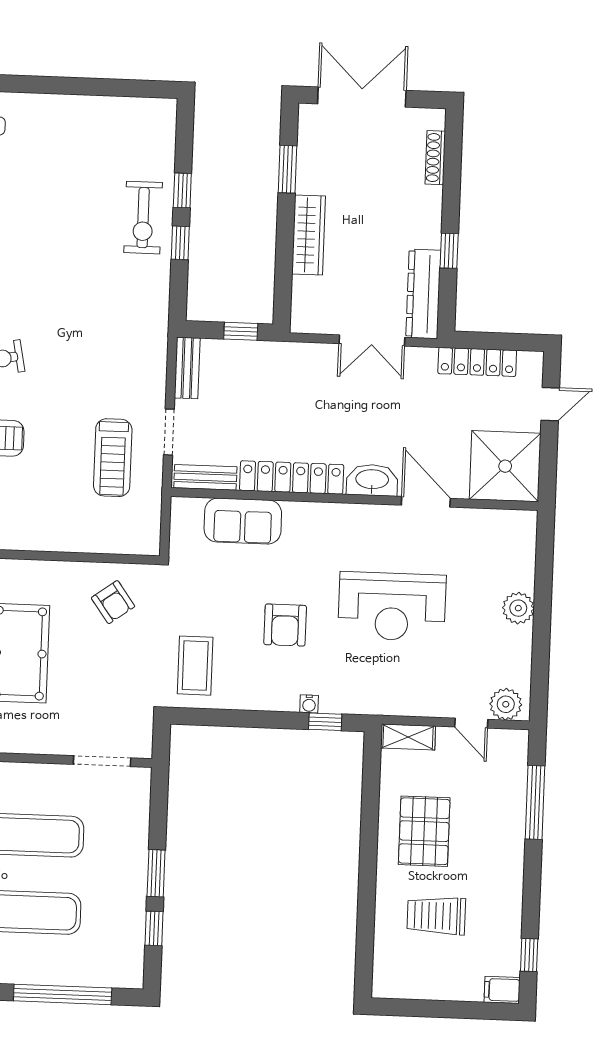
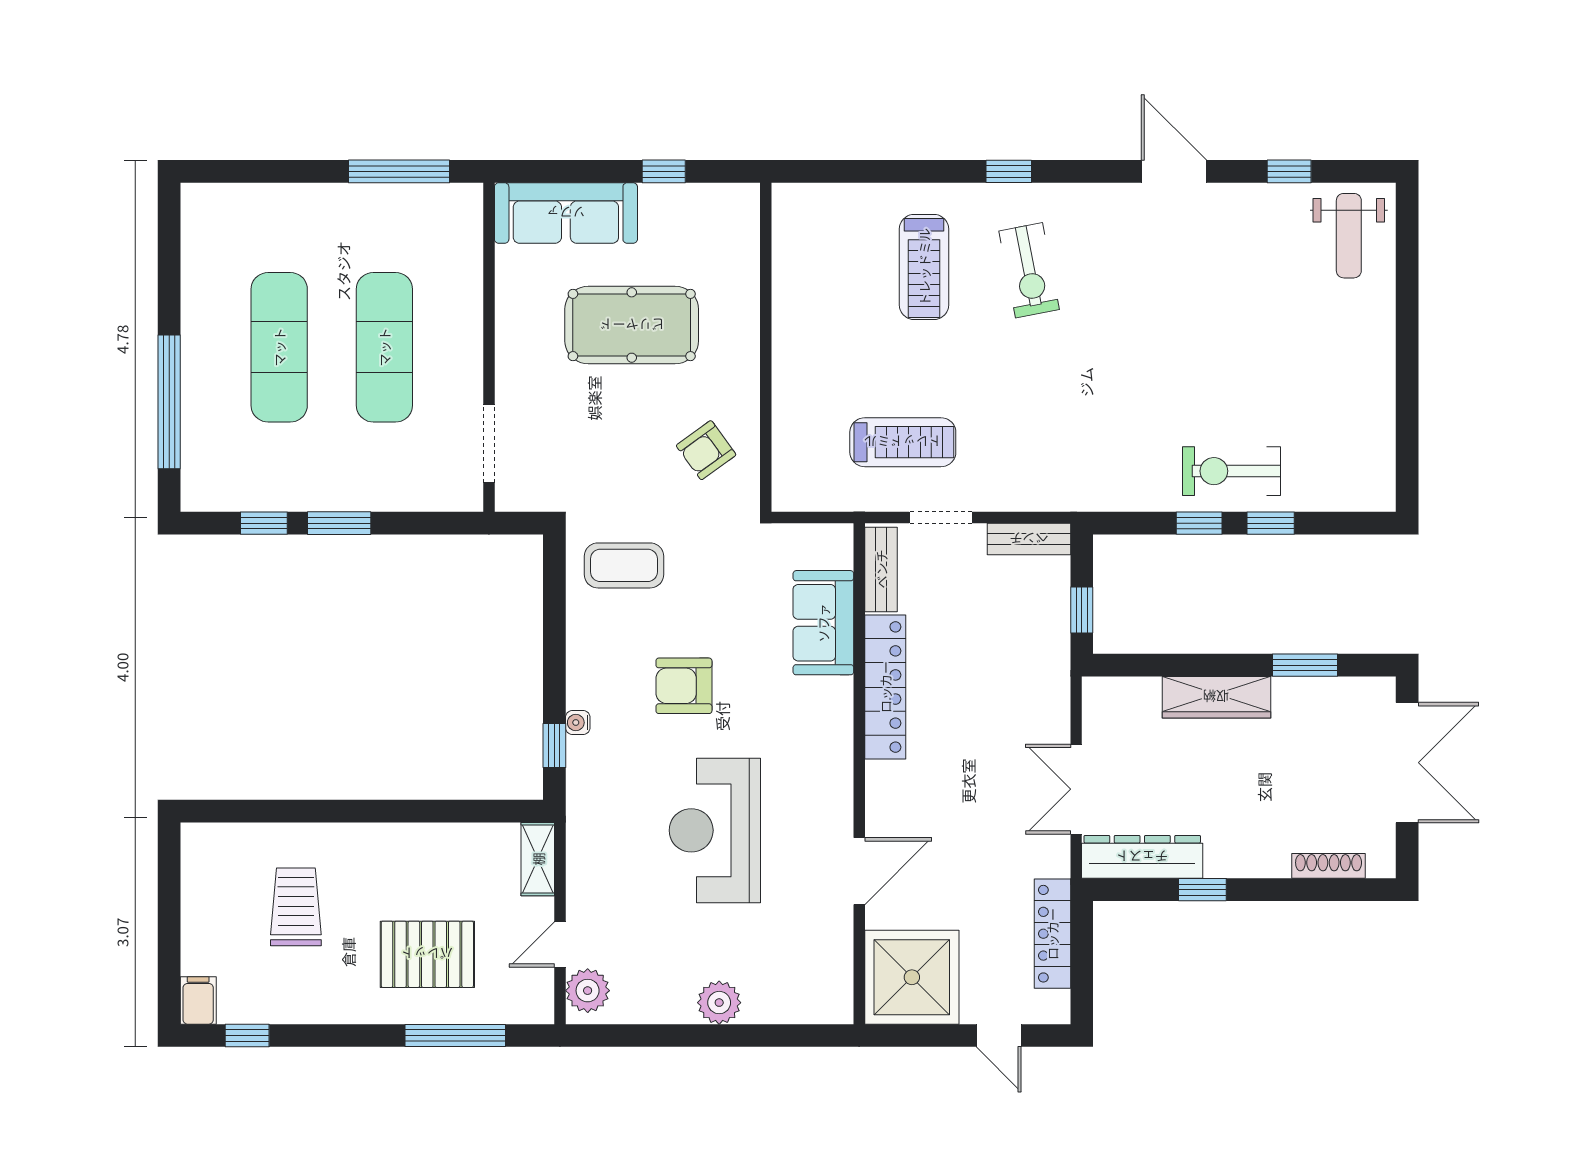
treadmill: (113, 458) -> (903, 442), turned 180
washbasin: (372, 480) -> (886, 797), removed
pallet: (424, 831) -> (427, 954), moved

